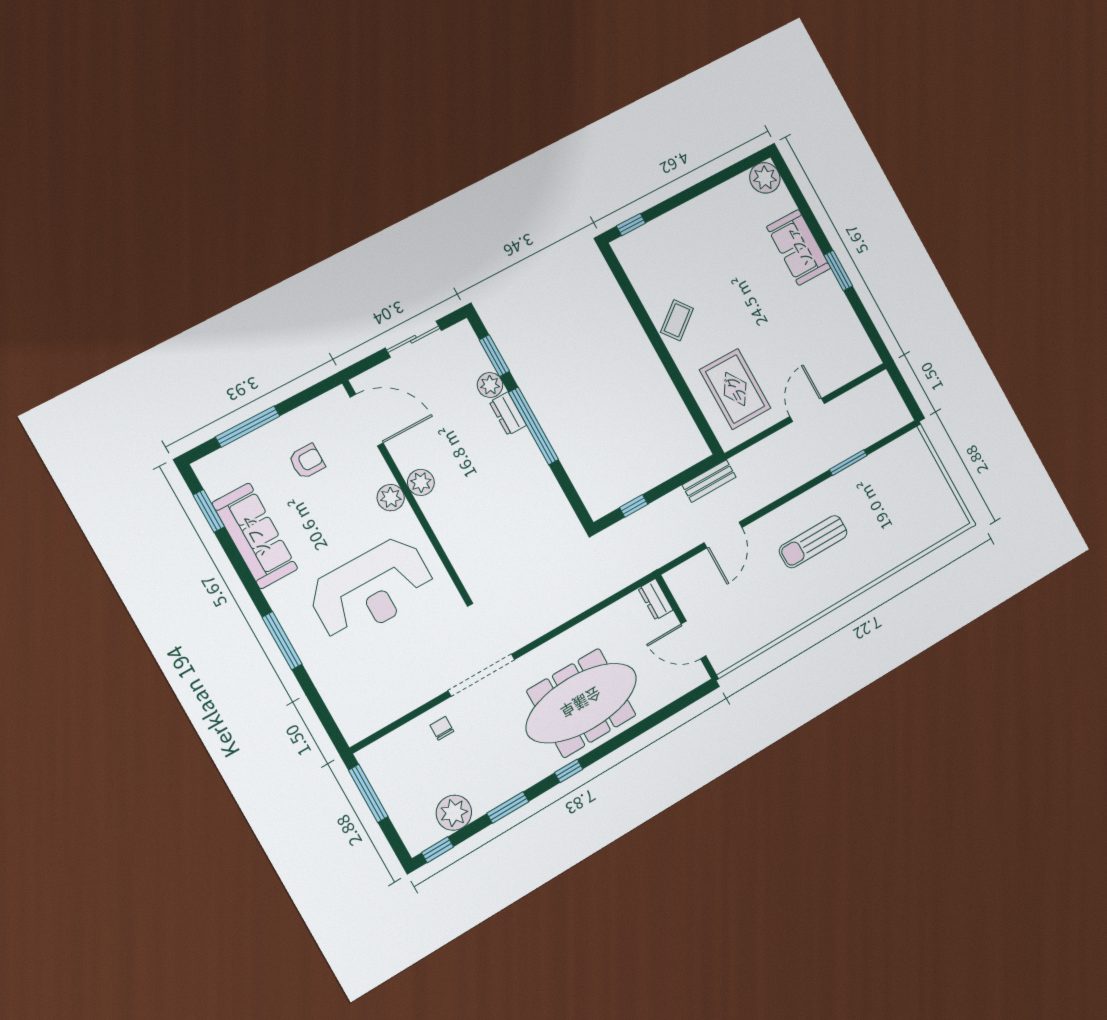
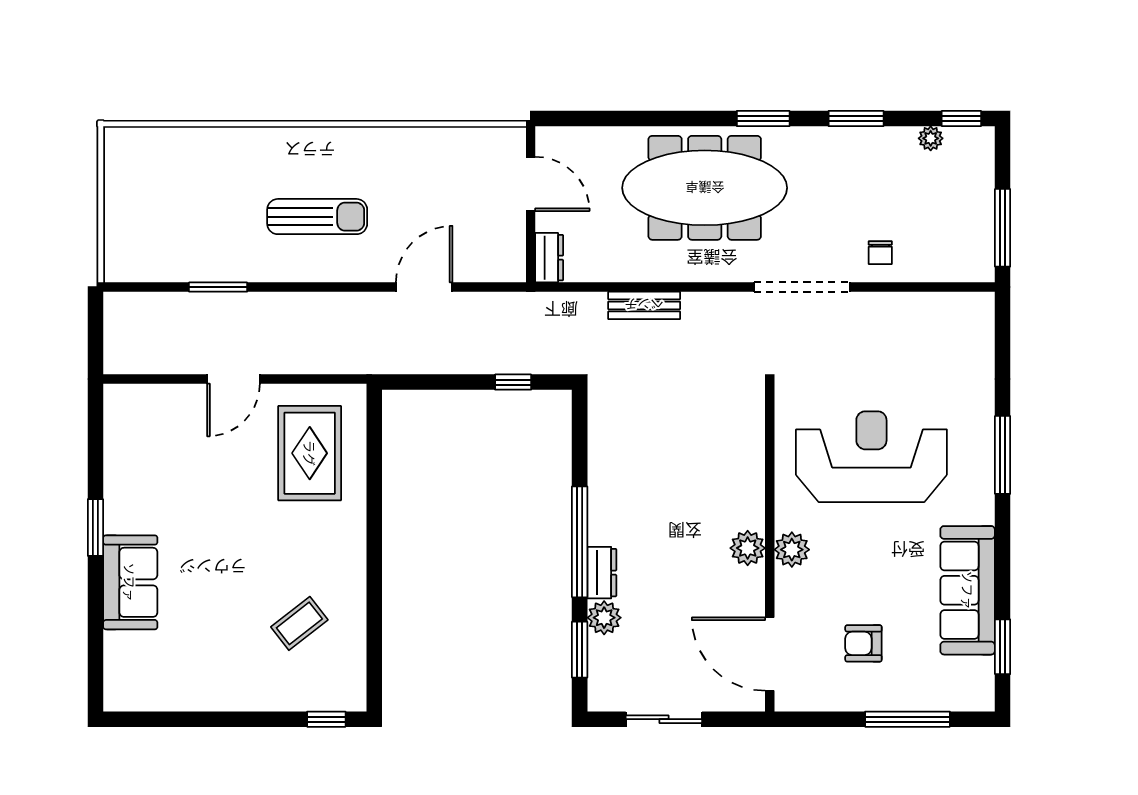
plant: (765, 178) -> (125, 690), removed
coffee table: (677, 320) -> (299, 623), moved
bench: (709, 481) -> (644, 305), moved
window: (569, 771) -> (763, 119), width x1.50
plant: (454, 813) -> (931, 138), width x0.53, depth x0.53

